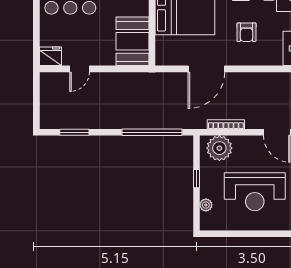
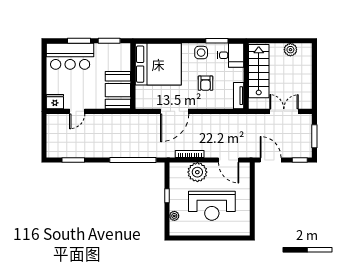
plant: (219, 148) -> (197, 172), moved

